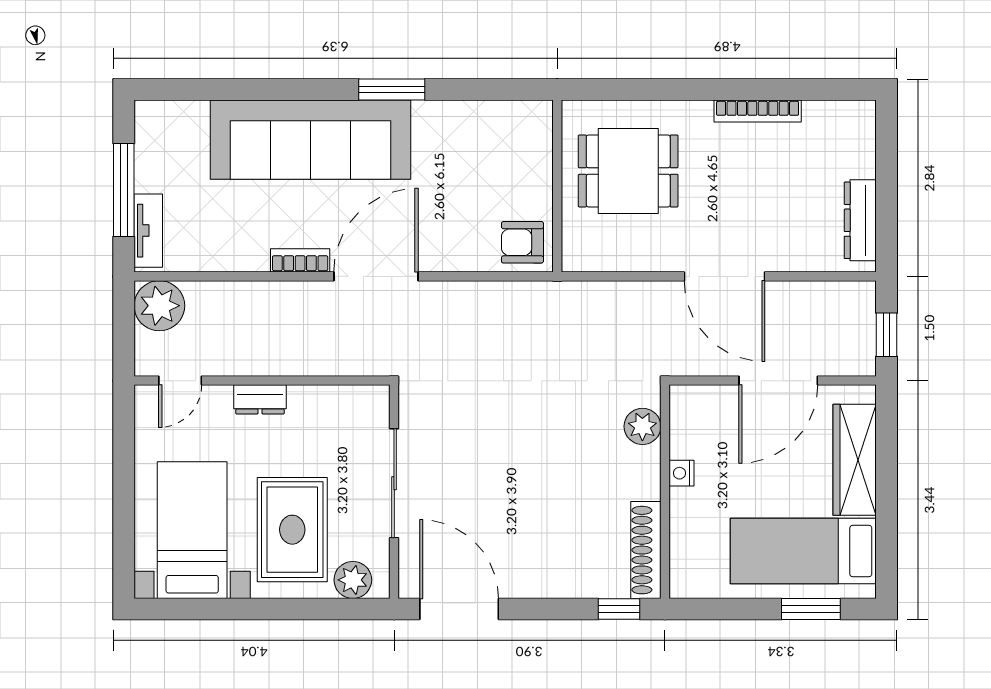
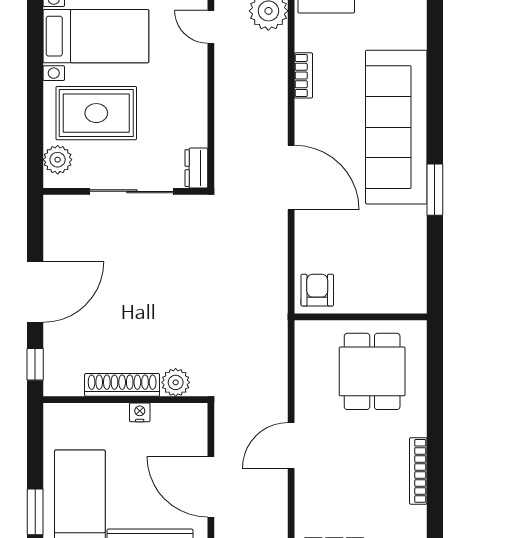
bookcase: (300, 260) -> (303, 75), moved
door: (725, 276) -> (291, 446), width x0.73
dresser: (260, 399) -> (196, 168), moved
shoe rack: (646, 550) -> (122, 385), moved
door: (459, 609) -> (35, 292), moved

